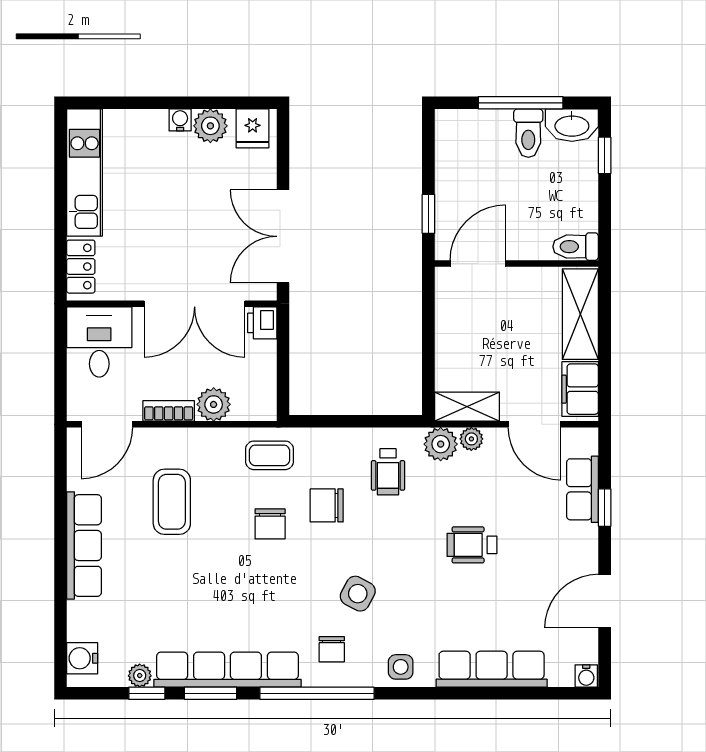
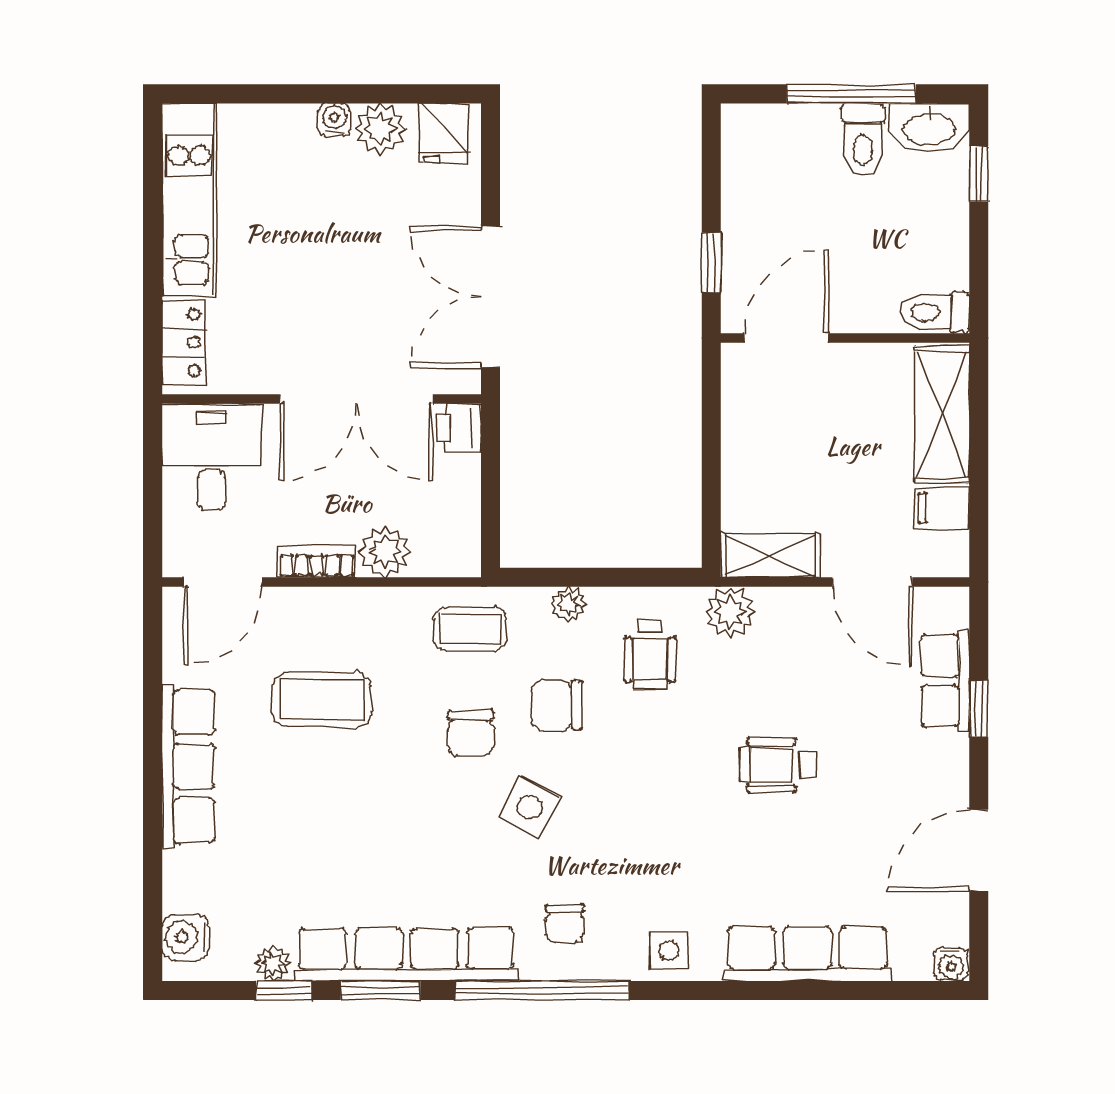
filing cabinet: (580, 389) -> (942, 508), width x0.50
plant: (471, 439) -> (569, 604), moved
coffee table: (172, 502) -> (322, 700), turned 90
side table: (358, 594) -> (530, 807), moved

